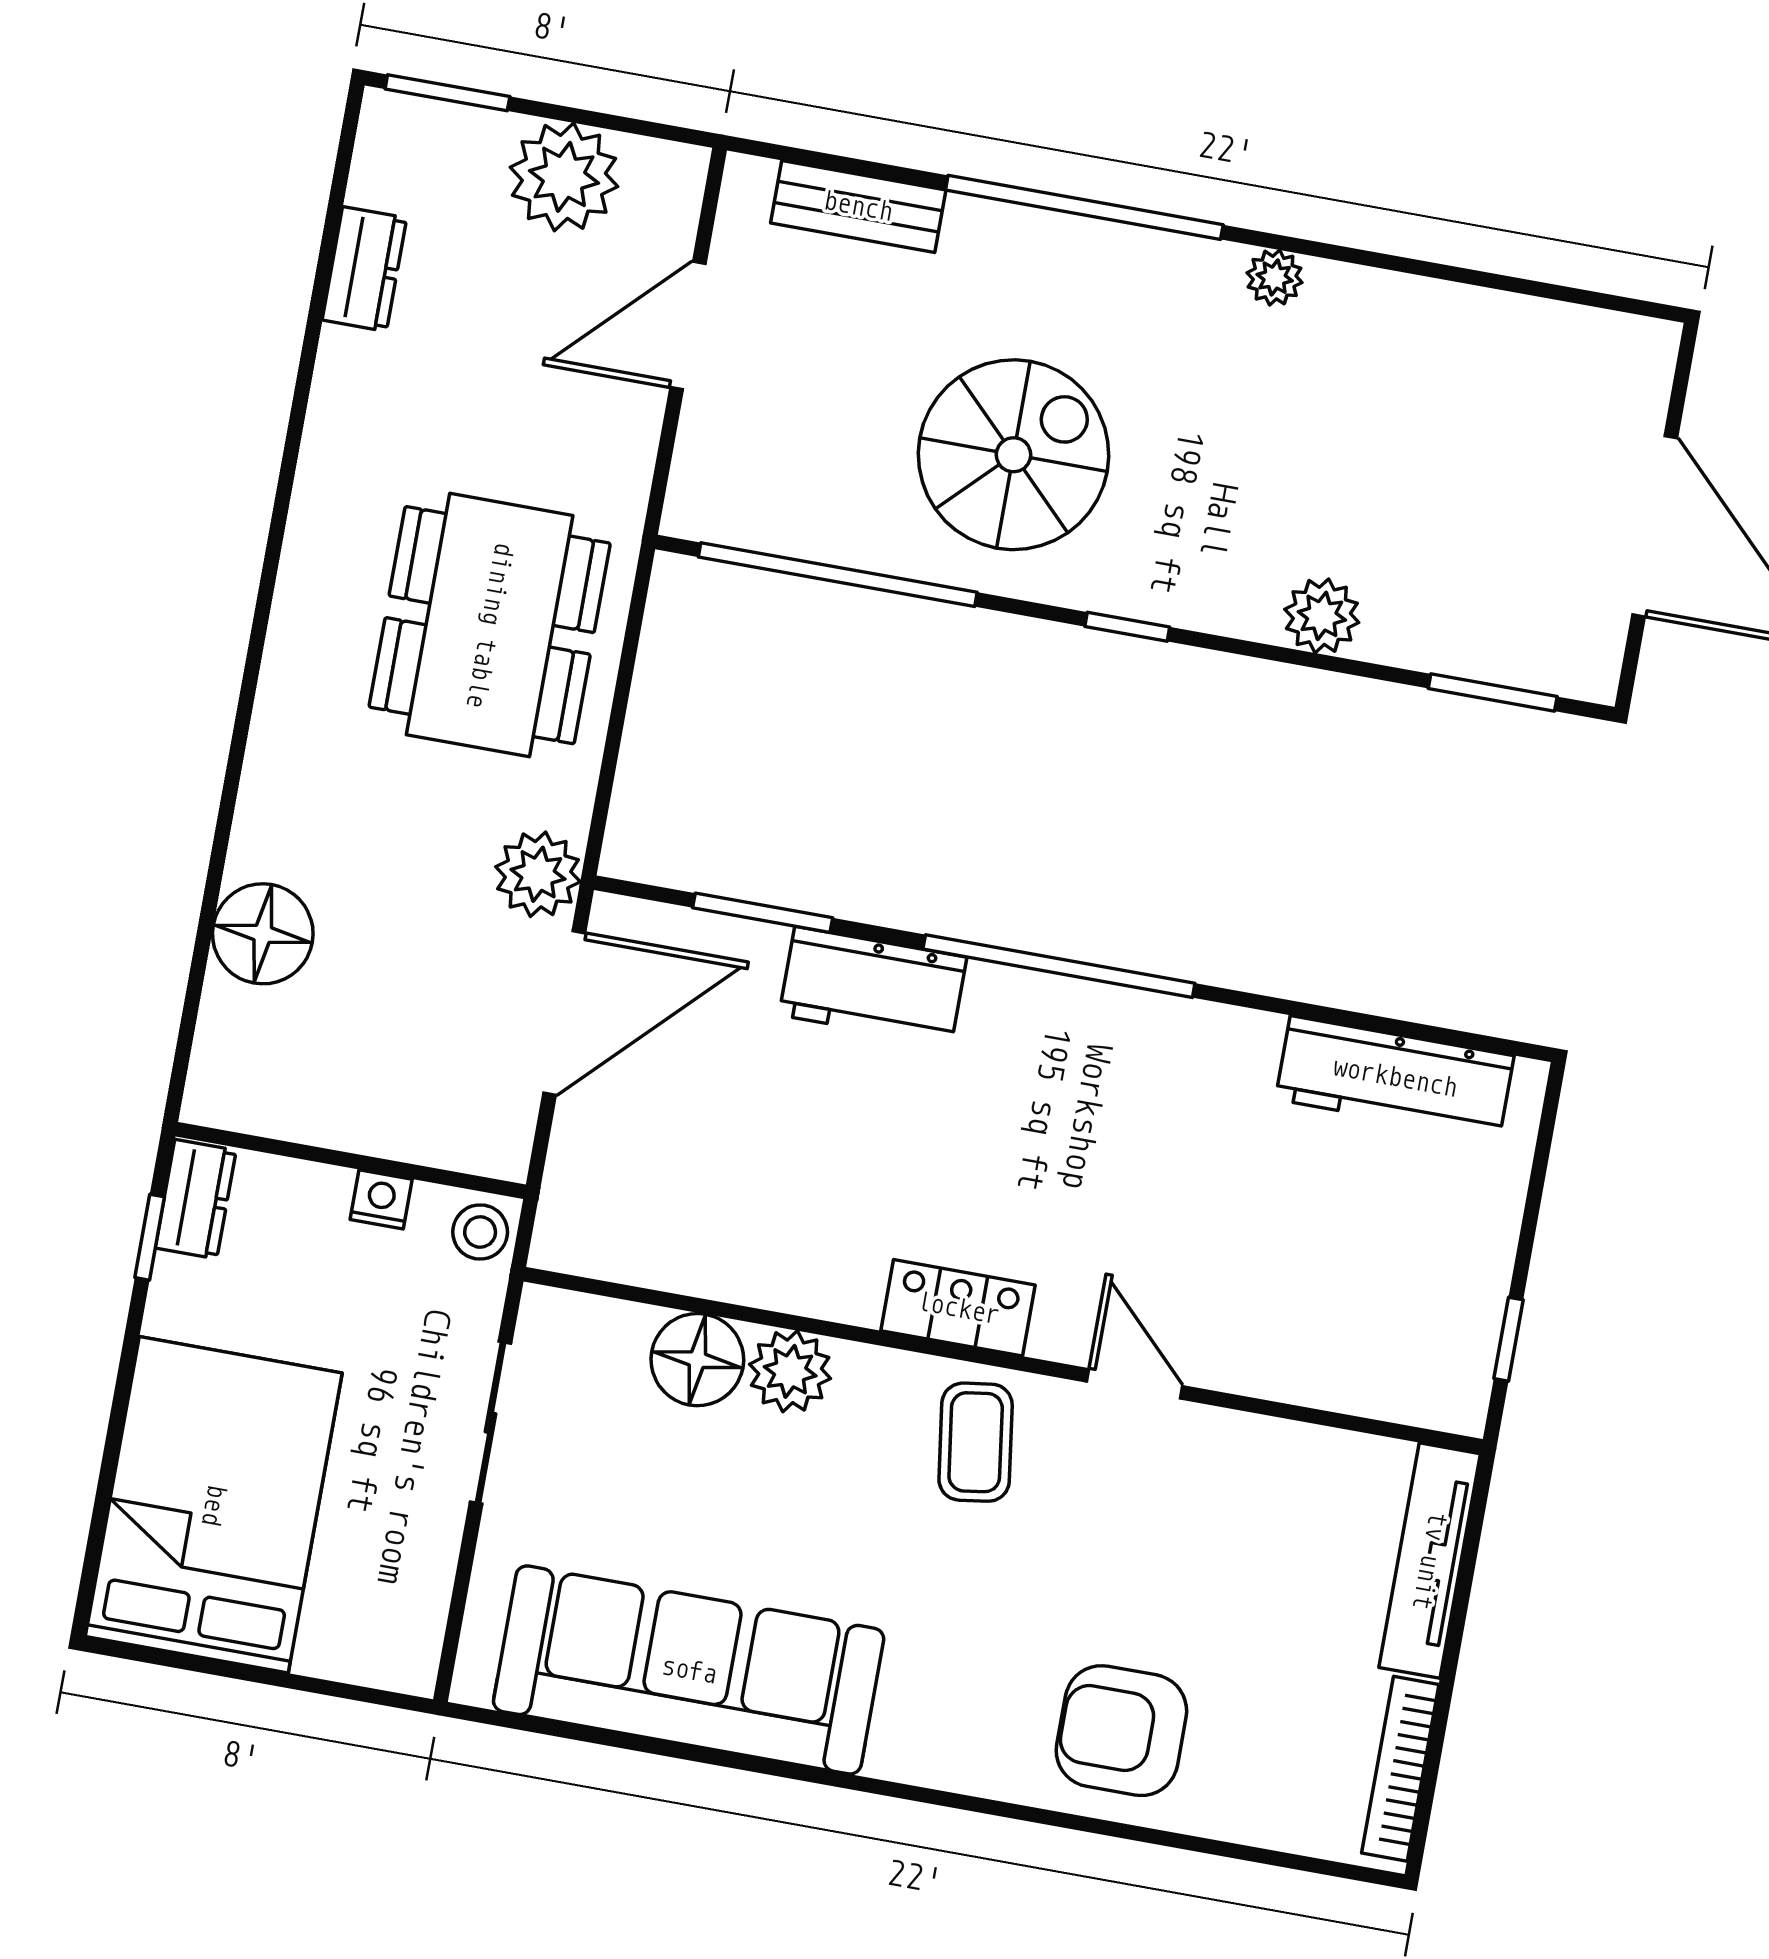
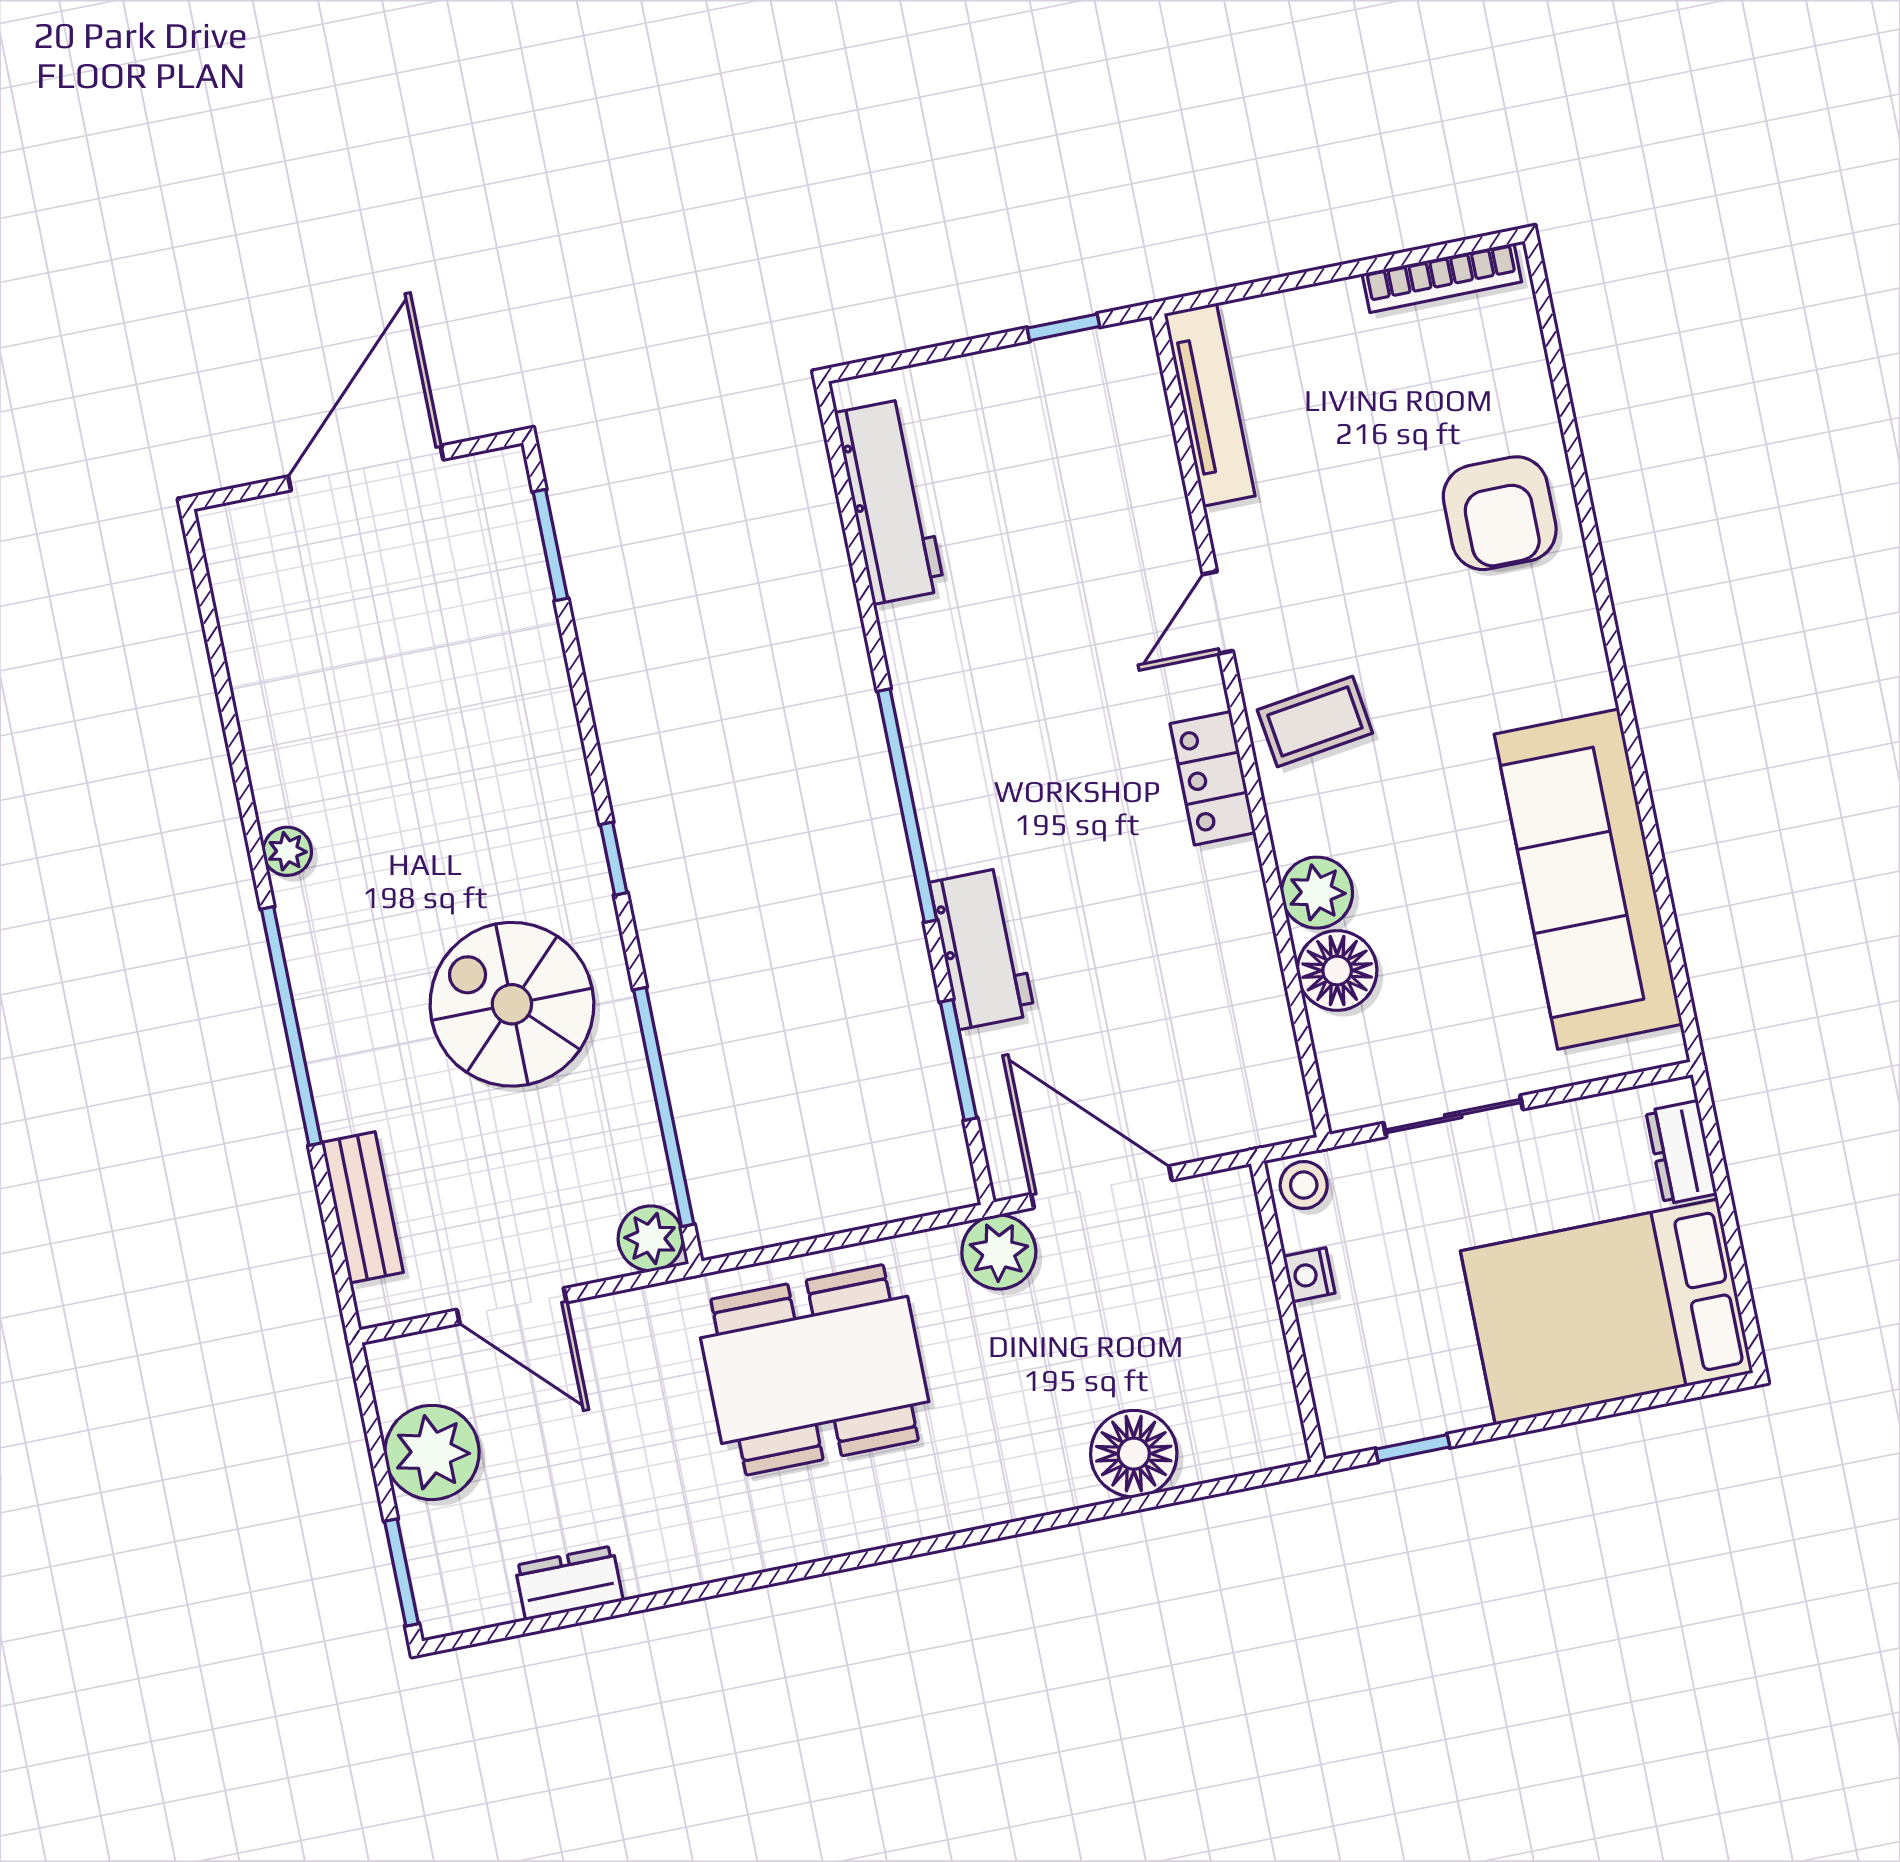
plant: (1322, 616) -> (651, 1238), moved
dresser: (196, 1199) -> (1681, 1152), moved, turned -90
tv unit: (1430, 1561) -> (1210, 405), moved, turned -90

